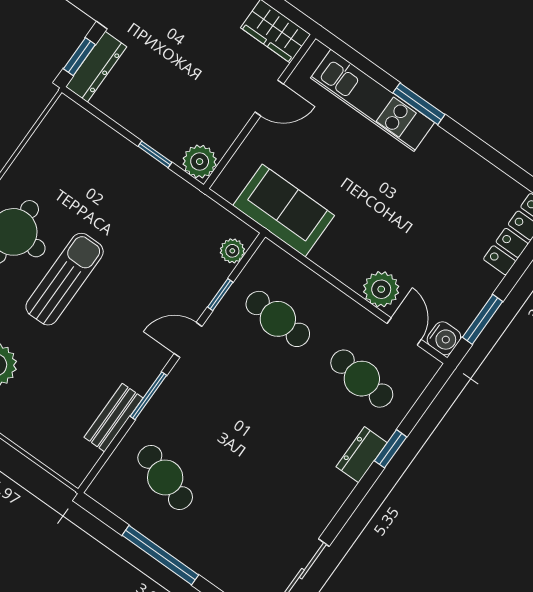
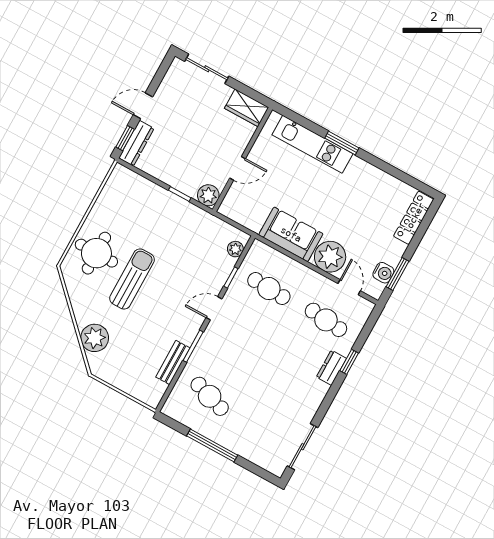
door: (269, 98) -> (238, 168), moved
sofa: (284, 210) -> (291, 234), moved
plant: (381, 289) -> (330, 257), width x1.36, depth x1.36
water cooler: (444, 338) -> (383, 273), moved

